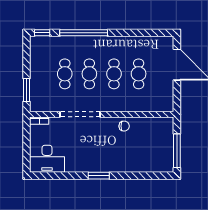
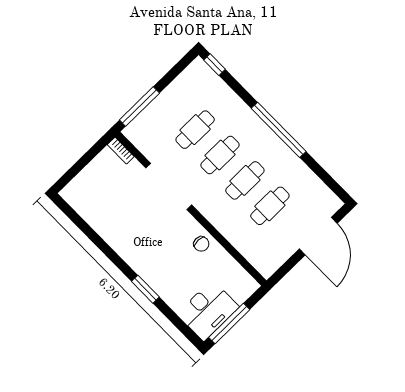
window: (84, 33) -> (279, 130), moved
window: (26, 90) -> (139, 107), width x1.44
desk: (47, 159) -> (208, 310), moved, turned -90
window: (99, 176) -> (145, 289), moved

